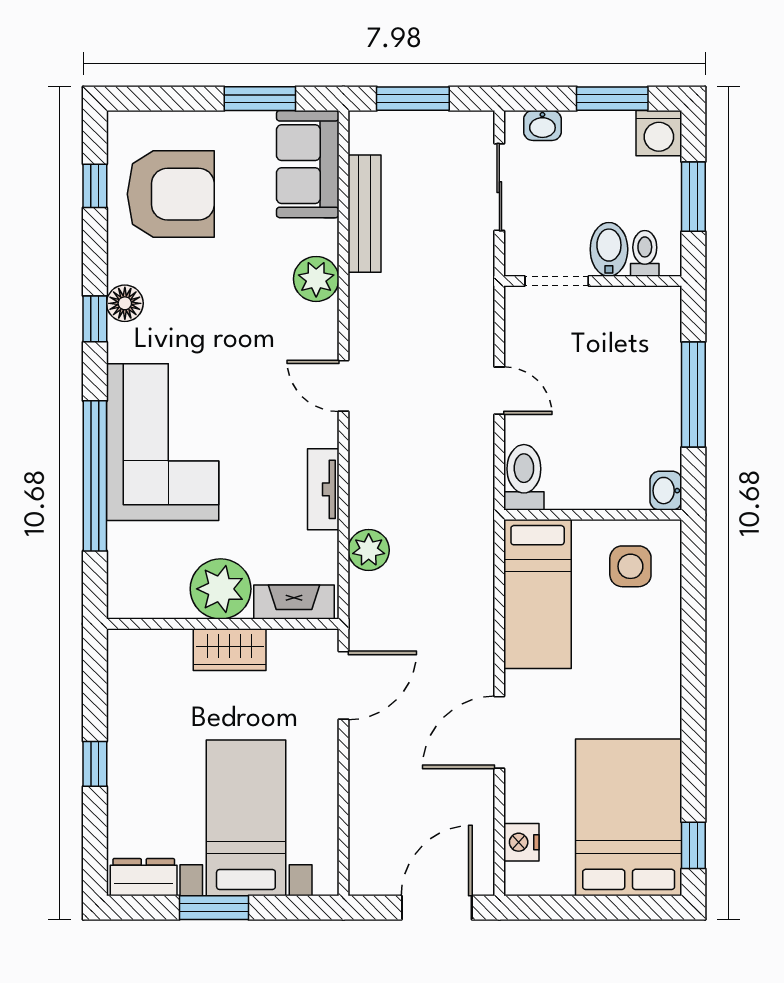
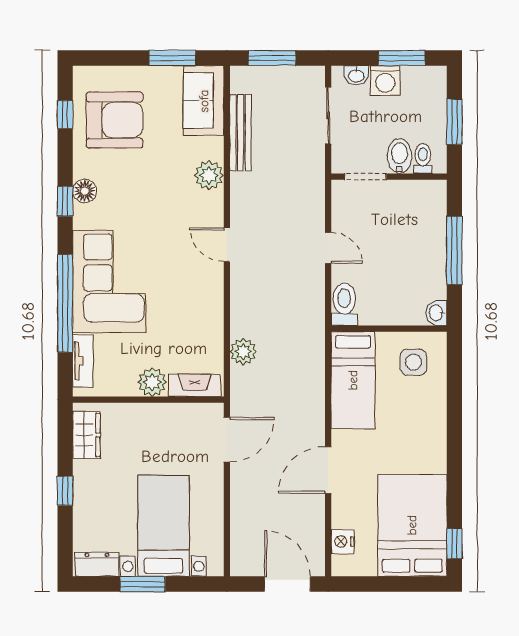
washing machine: (659, 133) -> (385, 80), moved
tv unit: (323, 489) -> (83, 361), moved, turned 180
plant: (221, 589) -> (152, 382), width x0.73, depth x0.73
wardrobe: (230, 650) -> (86, 435), moved, turned -90
door: (437, 908) -> (287, 584), hinge flipped

